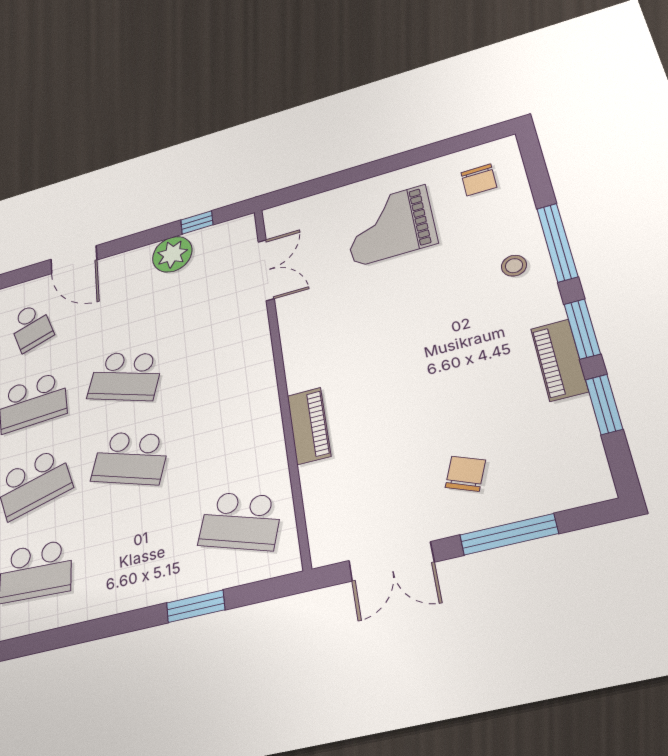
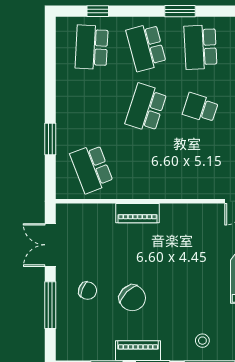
school desk: (125, 376) -> (200, 108), width x0.54
chair: (463, 395) -> (132, 298), added
school desk: (241, 521) -> (92, 169), turned -39

